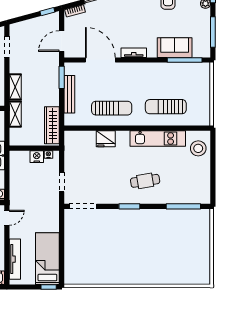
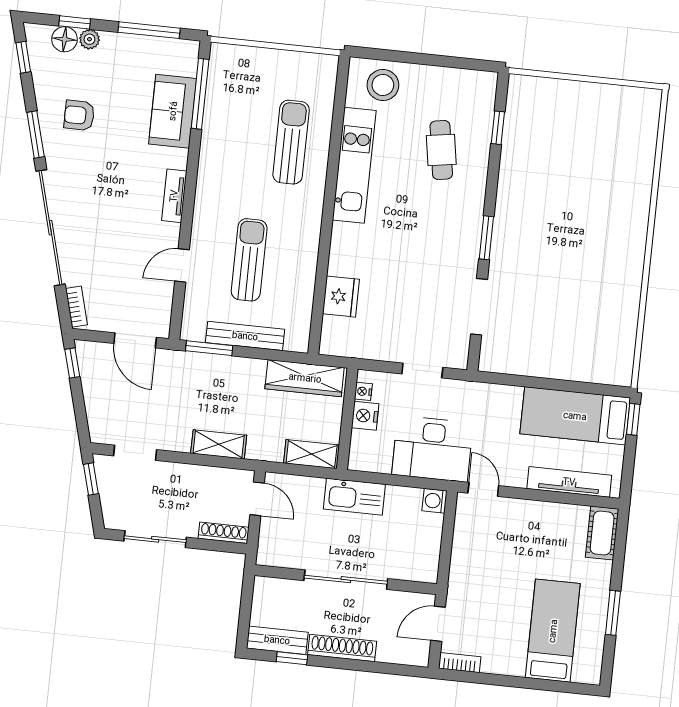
door: (100, 60) -> (182, 265), width x0.53
sun lounger: (166, 107) -> (291, 142), turned 180
sun lounger: (112, 108) -> (249, 260), moved
shelving: (15, 114) -> (312, 454), moved
fridge: (106, 139) -> (341, 297), moved
cafe table: (145, 181) -> (441, 150), moved
desk: (24, 191) -> (432, 449), added
doorway: (83, 206) -> (479, 307), moved
window: (183, 206) -> (498, 128), width x0.46

